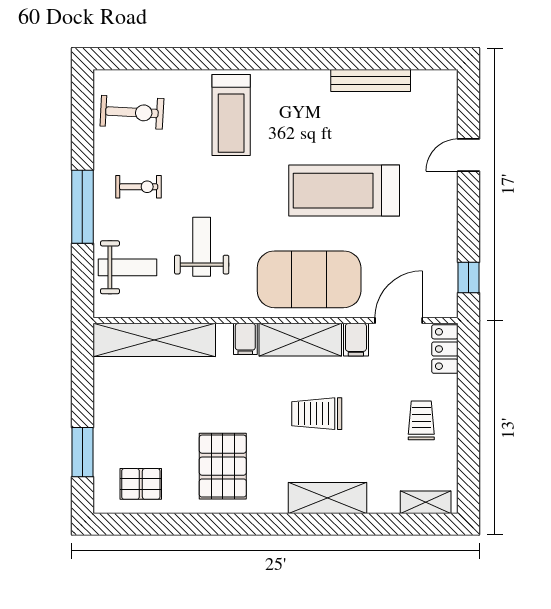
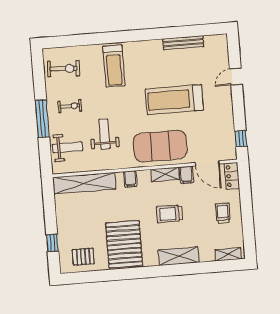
door: (399, 321) -> (207, 163), swing flipped
shelving: (300, 340) -> (165, 174), width x0.67, depth x0.75
window: (82, 452) -> (52, 243), width x0.67
pallet: (223, 466) -> (124, 244), width x1.37, depth x1.41

